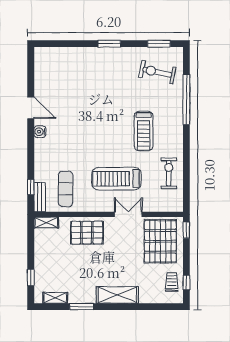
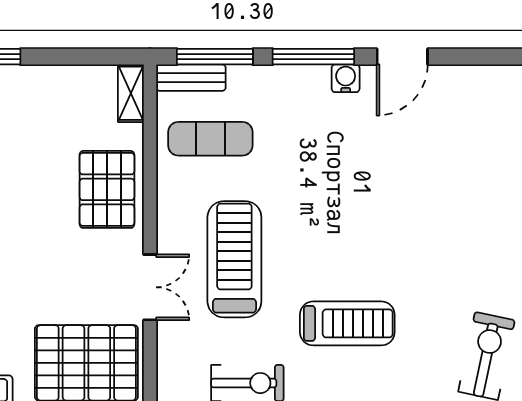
treadmill: (144, 131) -> (347, 323), turned 180
window: (31, 145) -> (313, 57), added
window: (31, 187) -> (215, 57), width x2.17

